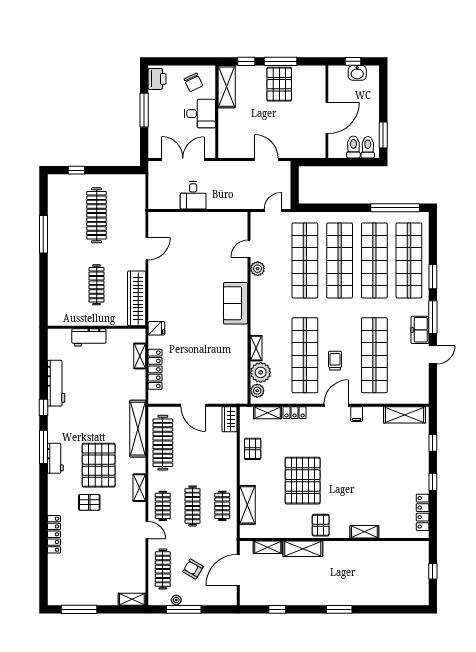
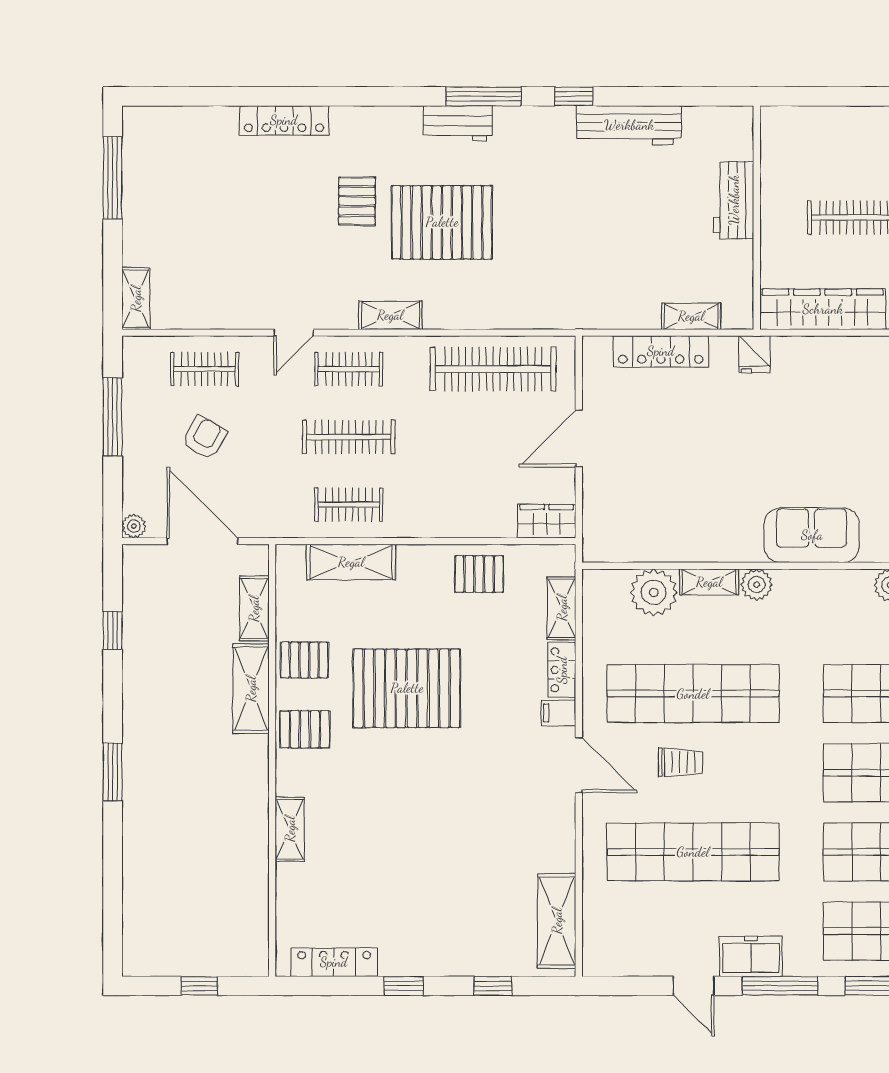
plant: (257, 391) -> (757, 585), moved
filing cabinet: (357, 414) -> (558, 713), moved
shelving: (138, 429) -> (525, 312), removed
pallet: (290, 525) -> (304, 660), added
clothes rail: (163, 569) -> (204, 369), width x0.73
plant: (176, 600) -> (134, 526), moved

